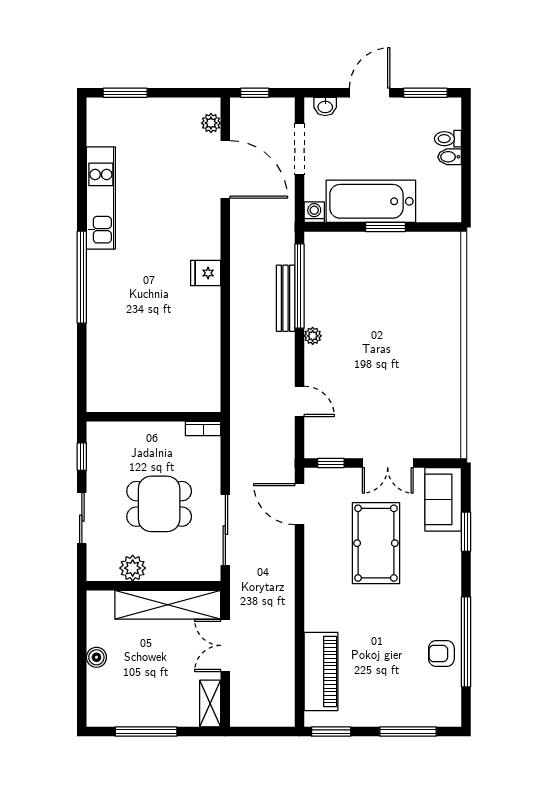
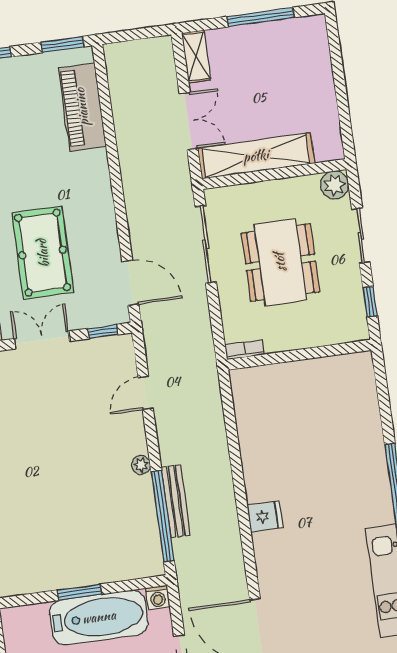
door: (299, 401) -> (146, 393), hinge flipped
dining table: (159, 504) -> (280, 262), width x1.38
plant: (133, 568) -> (335, 185), moved
boiler: (96, 657) -> (325, 89), removed

